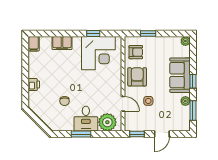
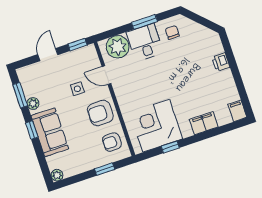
armchair: (137, 77) -> (100, 113), turned 90
chair: (65, 101) -> (172, 32), moved

